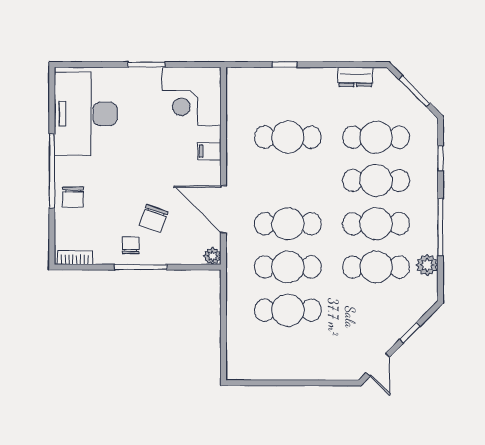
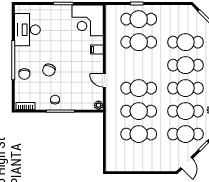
dresser: (355, 77) -> (174, 10), removed
cafe table: (288, 94) -> (139, 19), added
desk: (86, 114) -> (27, 30), width x0.73, depth x0.77
door: (223, 209) -> (104, 80), width x0.53
chair: (154, 219) -> (49, 70), moved
cafe table: (376, 310) -> (185, 134), added

